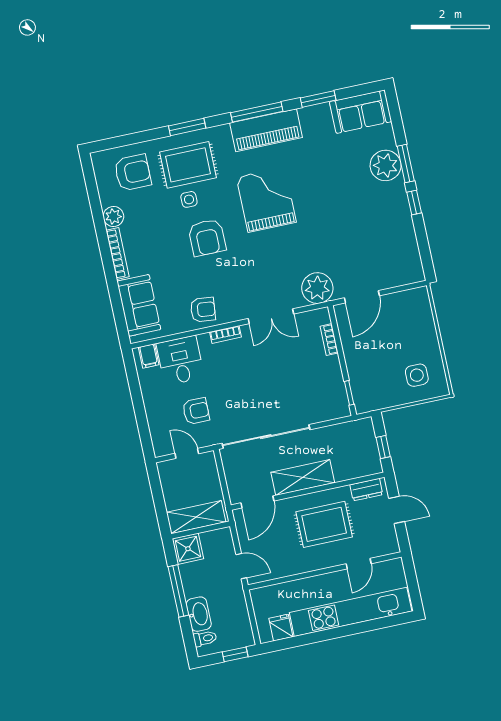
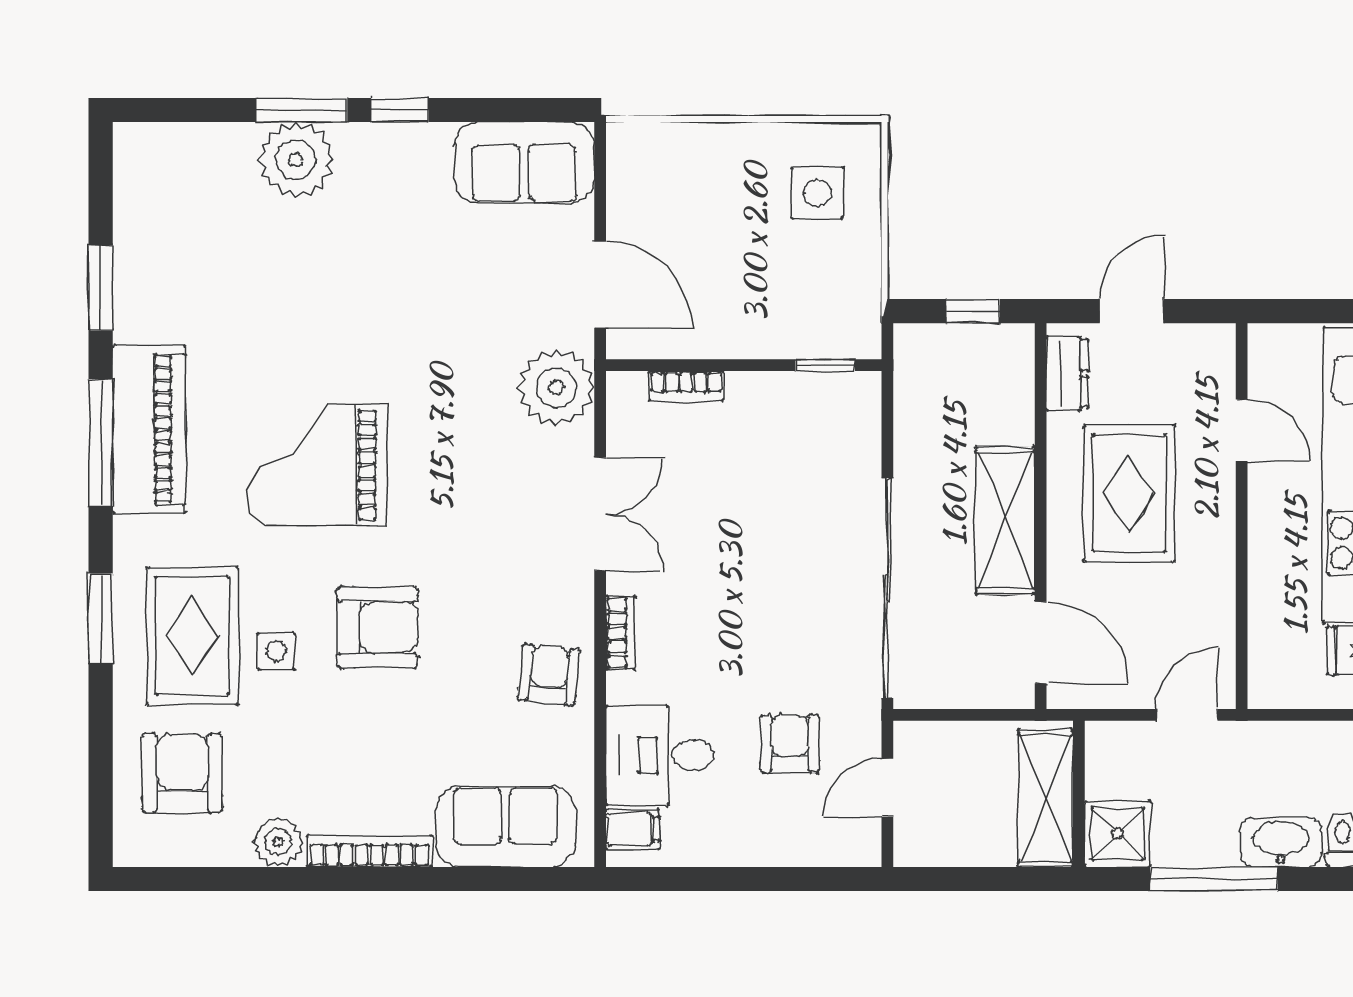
sofa: (361, 112) -> (524, 162), moved, turned 90

